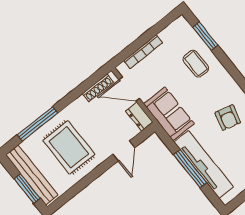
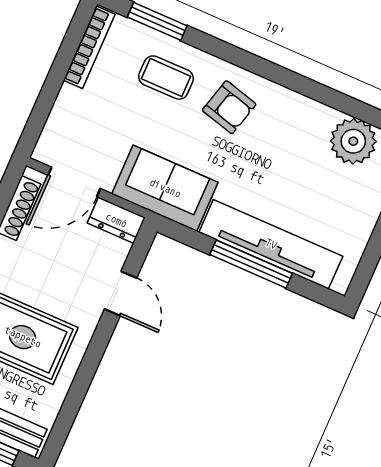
bookcase: (143, 52) -> (89, 47), moved
armchair: (228, 118) -> (229, 107), moved

